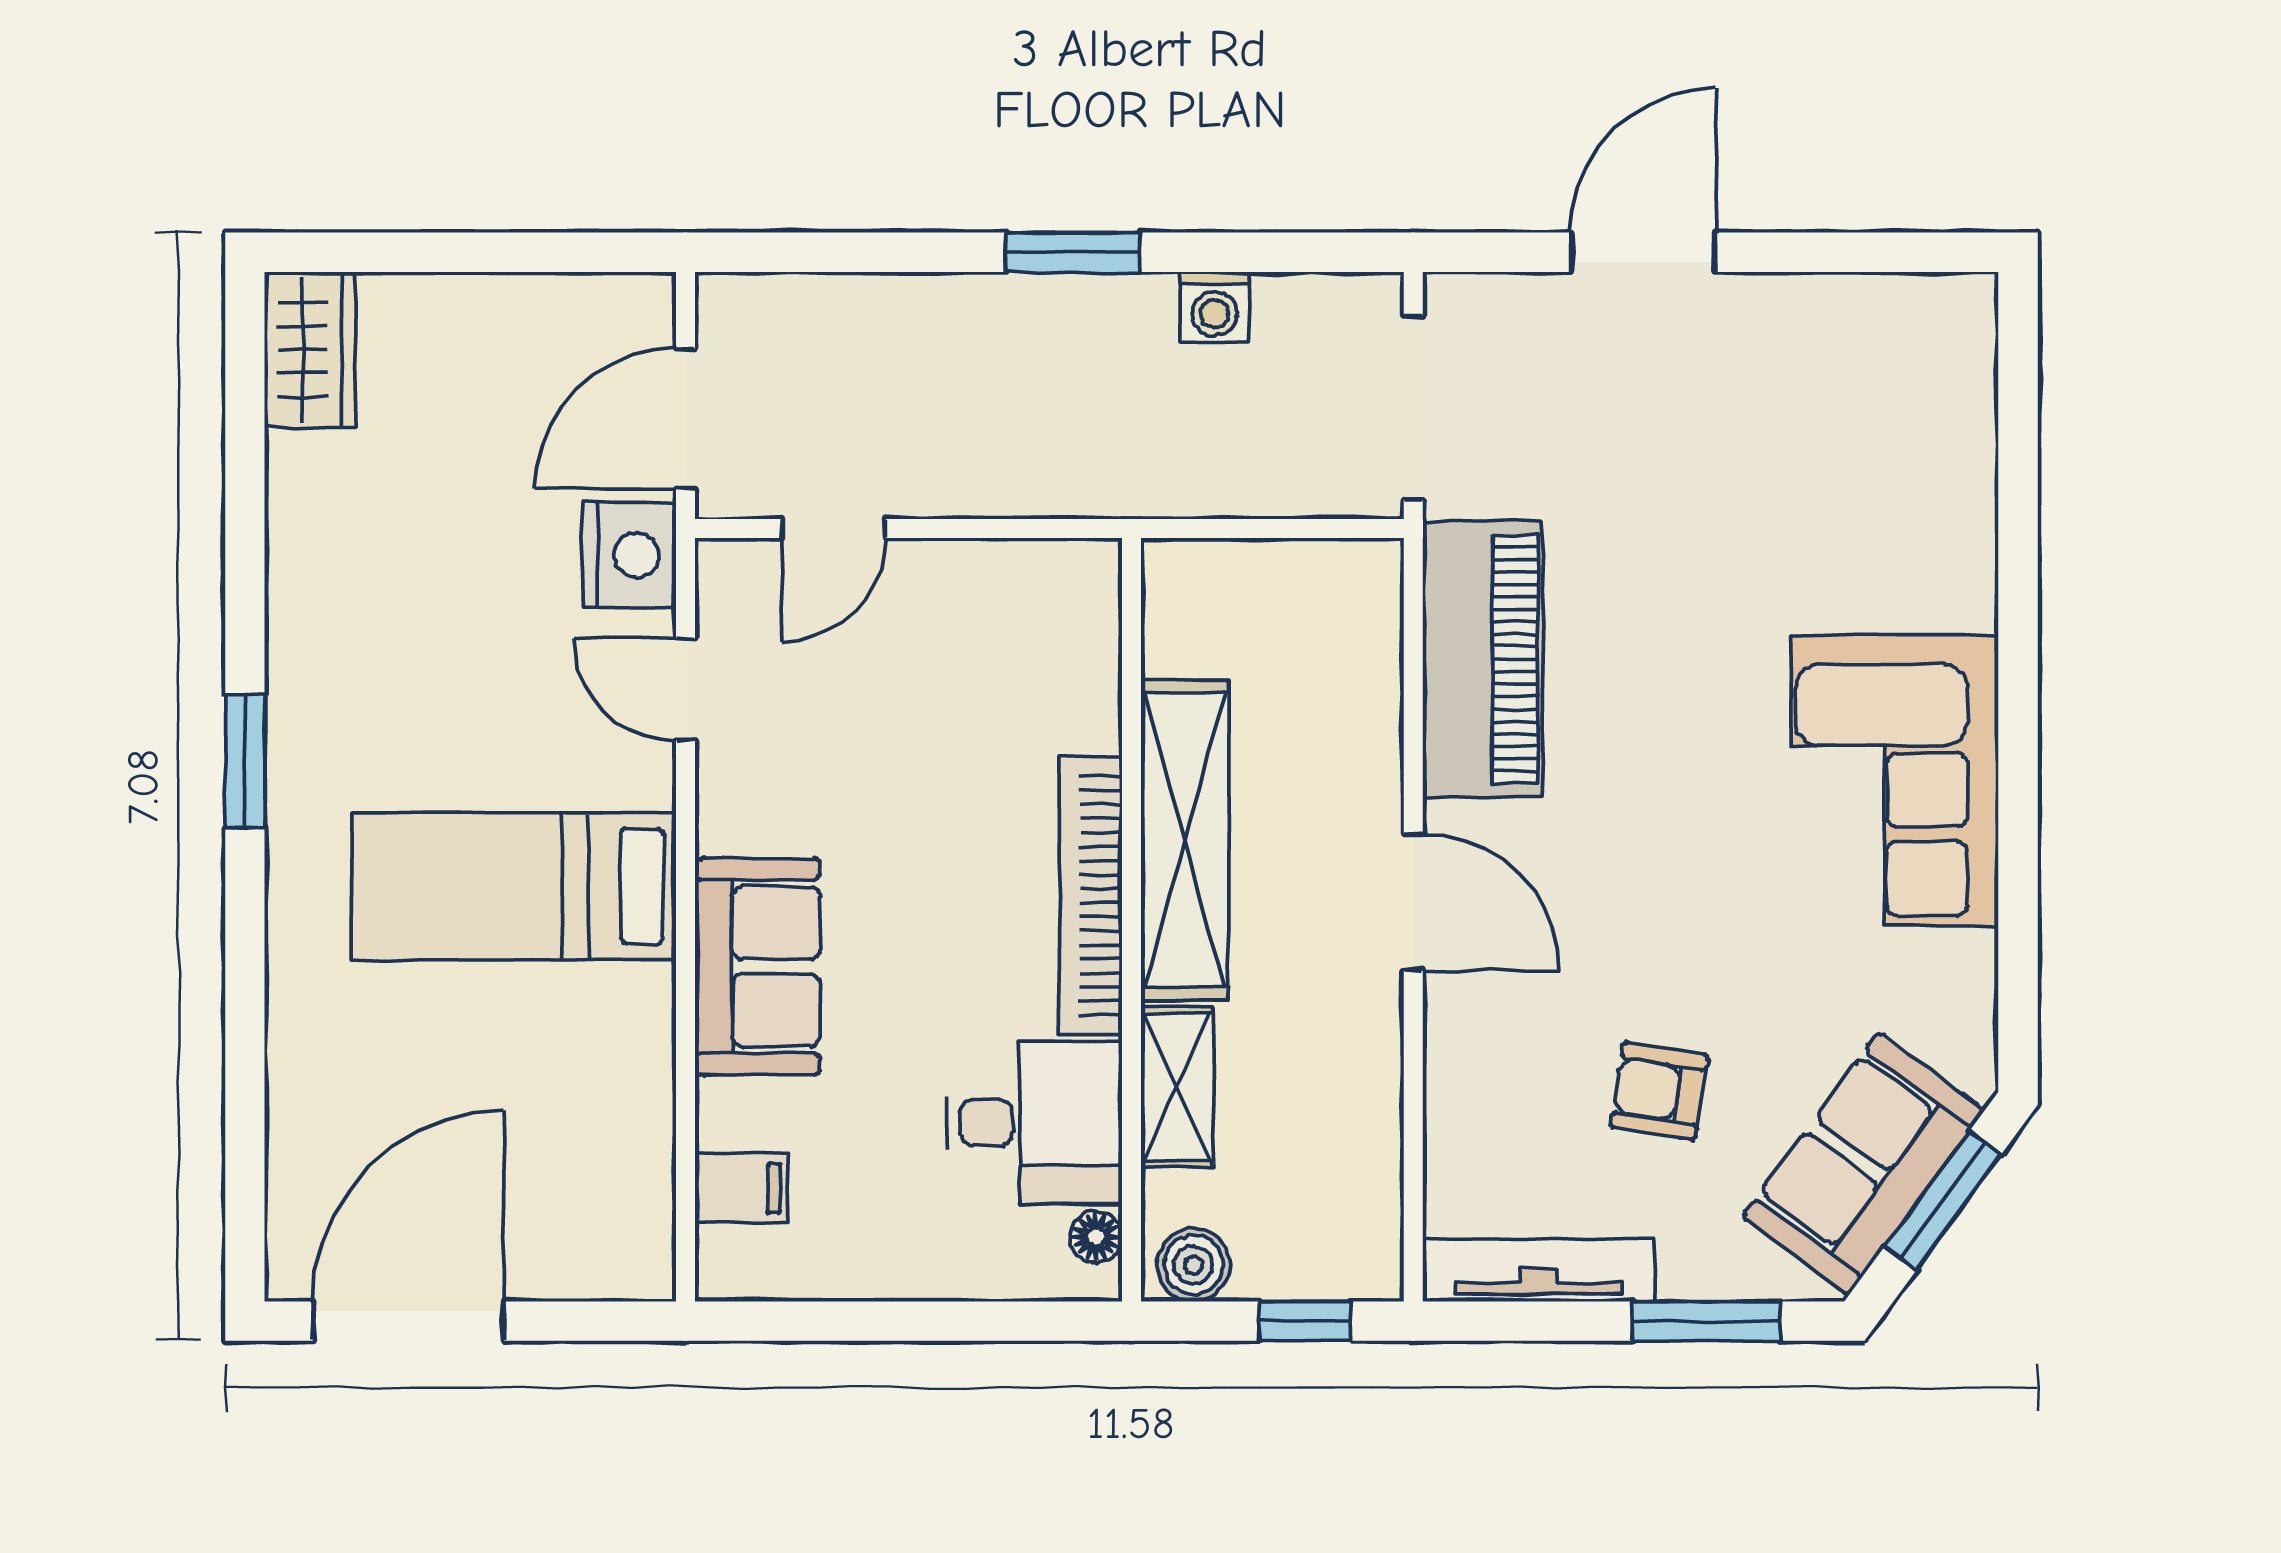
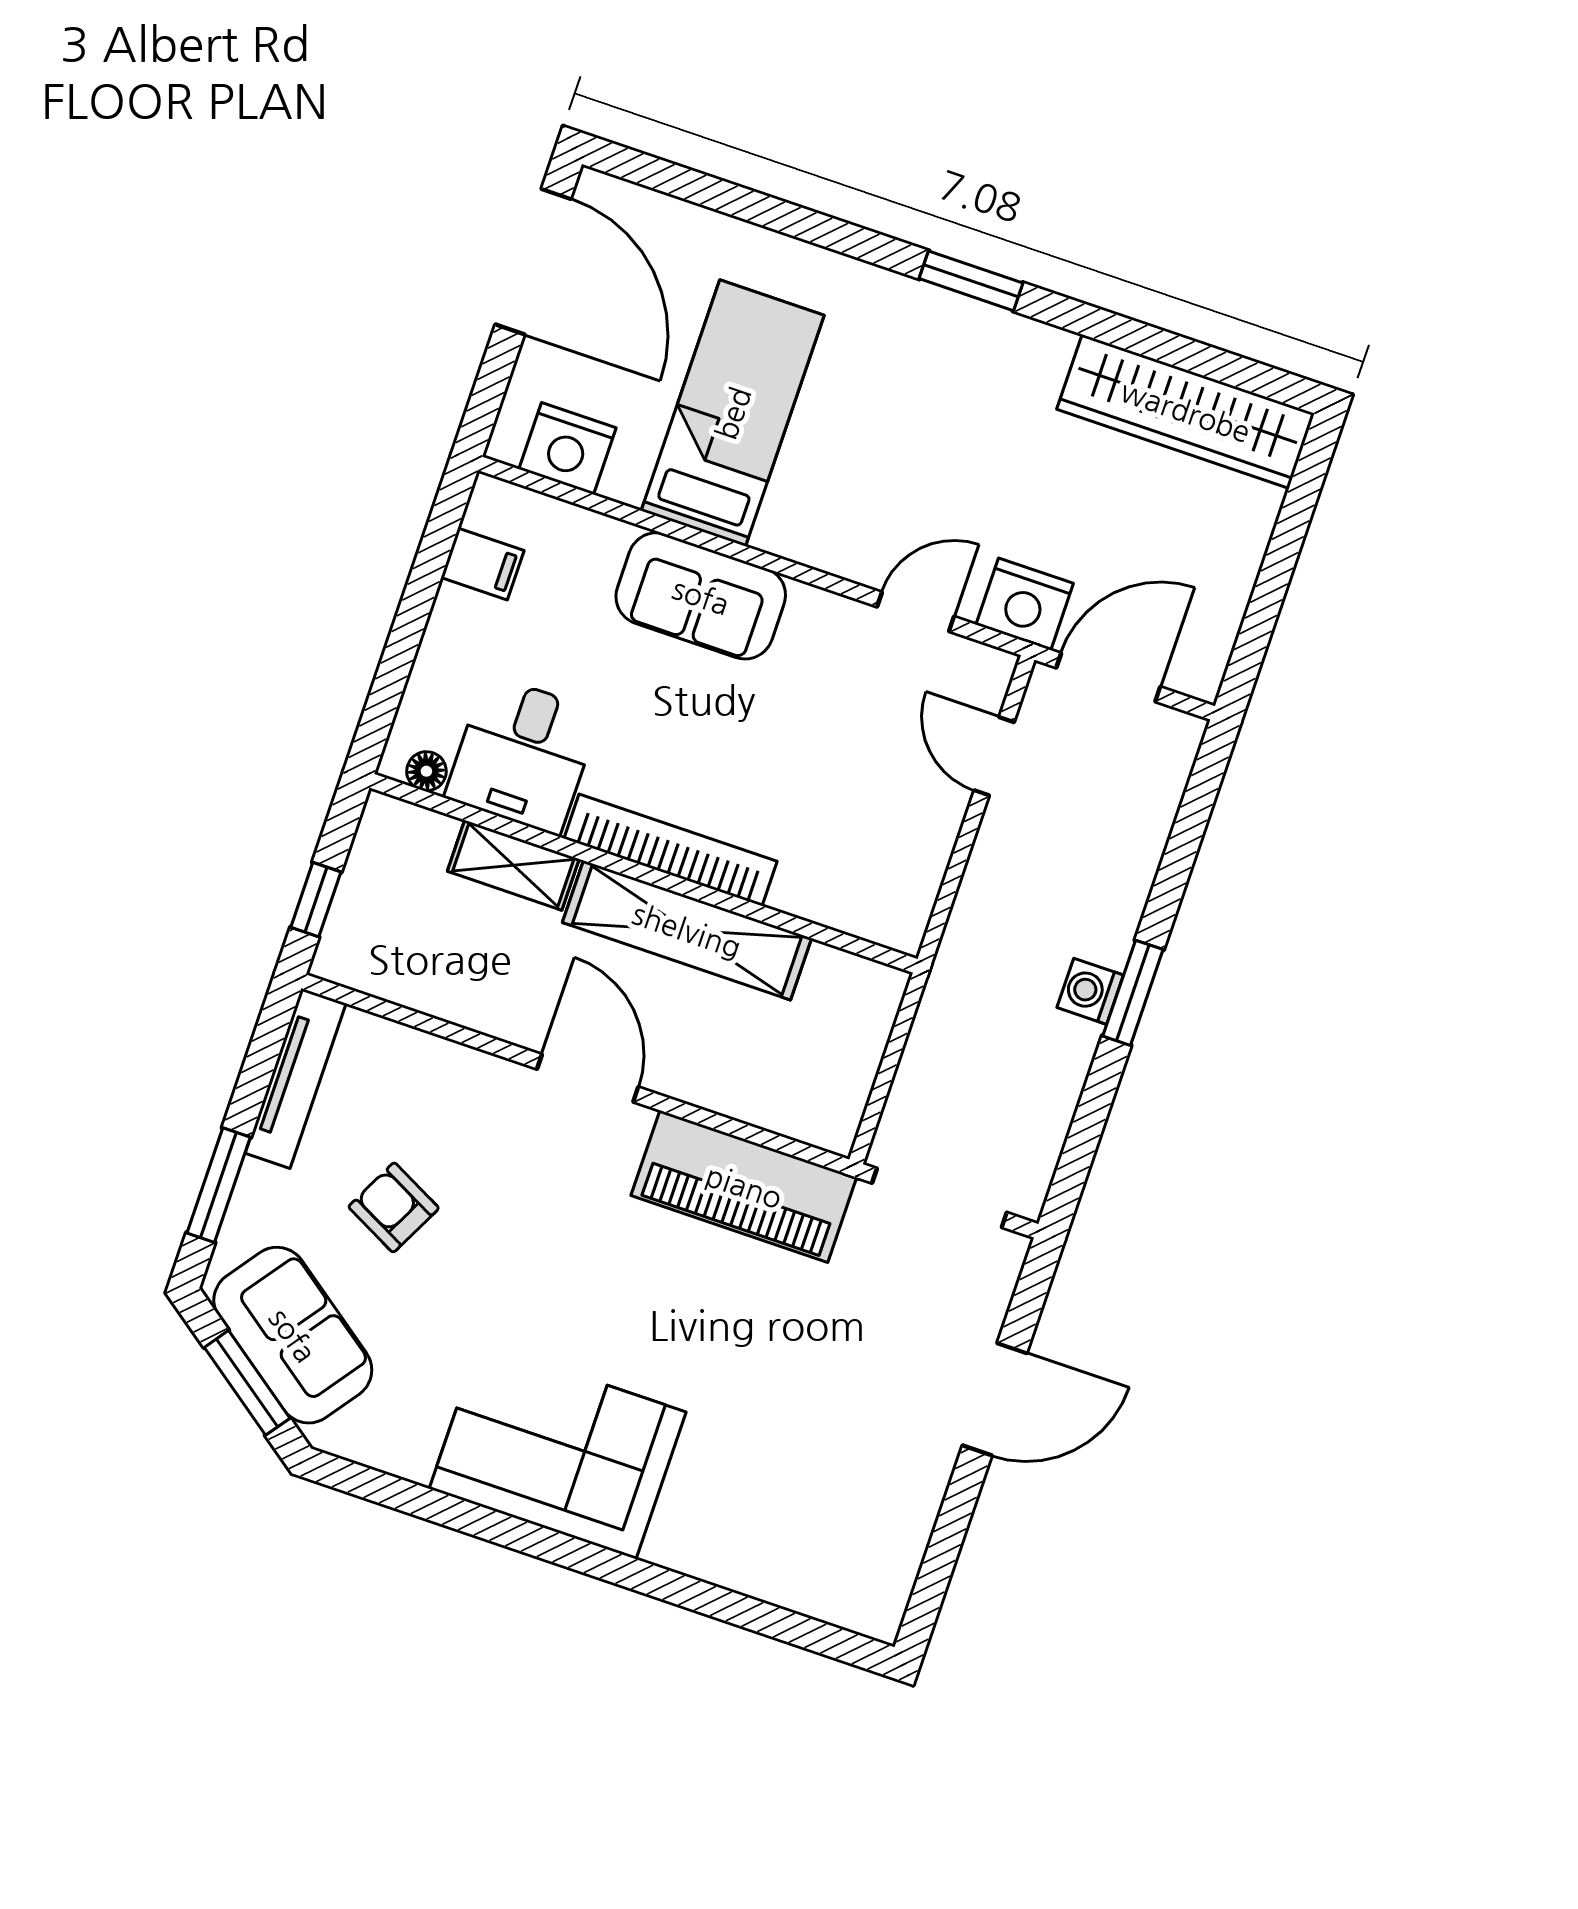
door: (1643, 252) -> (995, 1399), hinge flipped
washing machine: (1215, 307) -> (1090, 991), moved
wardrobe: (310, 349) -> (1186, 411), width x2.10, depth x1.17
door: (685, 419) -> (1108, 677), hinge flipped
bed: (514, 886) -> (733, 413), moved
door: (1413, 902) -> (588, 1078), swing flipped
armchair: (1659, 1091) -> (394, 1207), turned -72
filing cabinet: (741, 1188) -> (483, 564), moved, turned -90
nightstand: (629, 1198) -> (567, 448), added
boiler: (1193, 1265) -> (383, 834), removed

